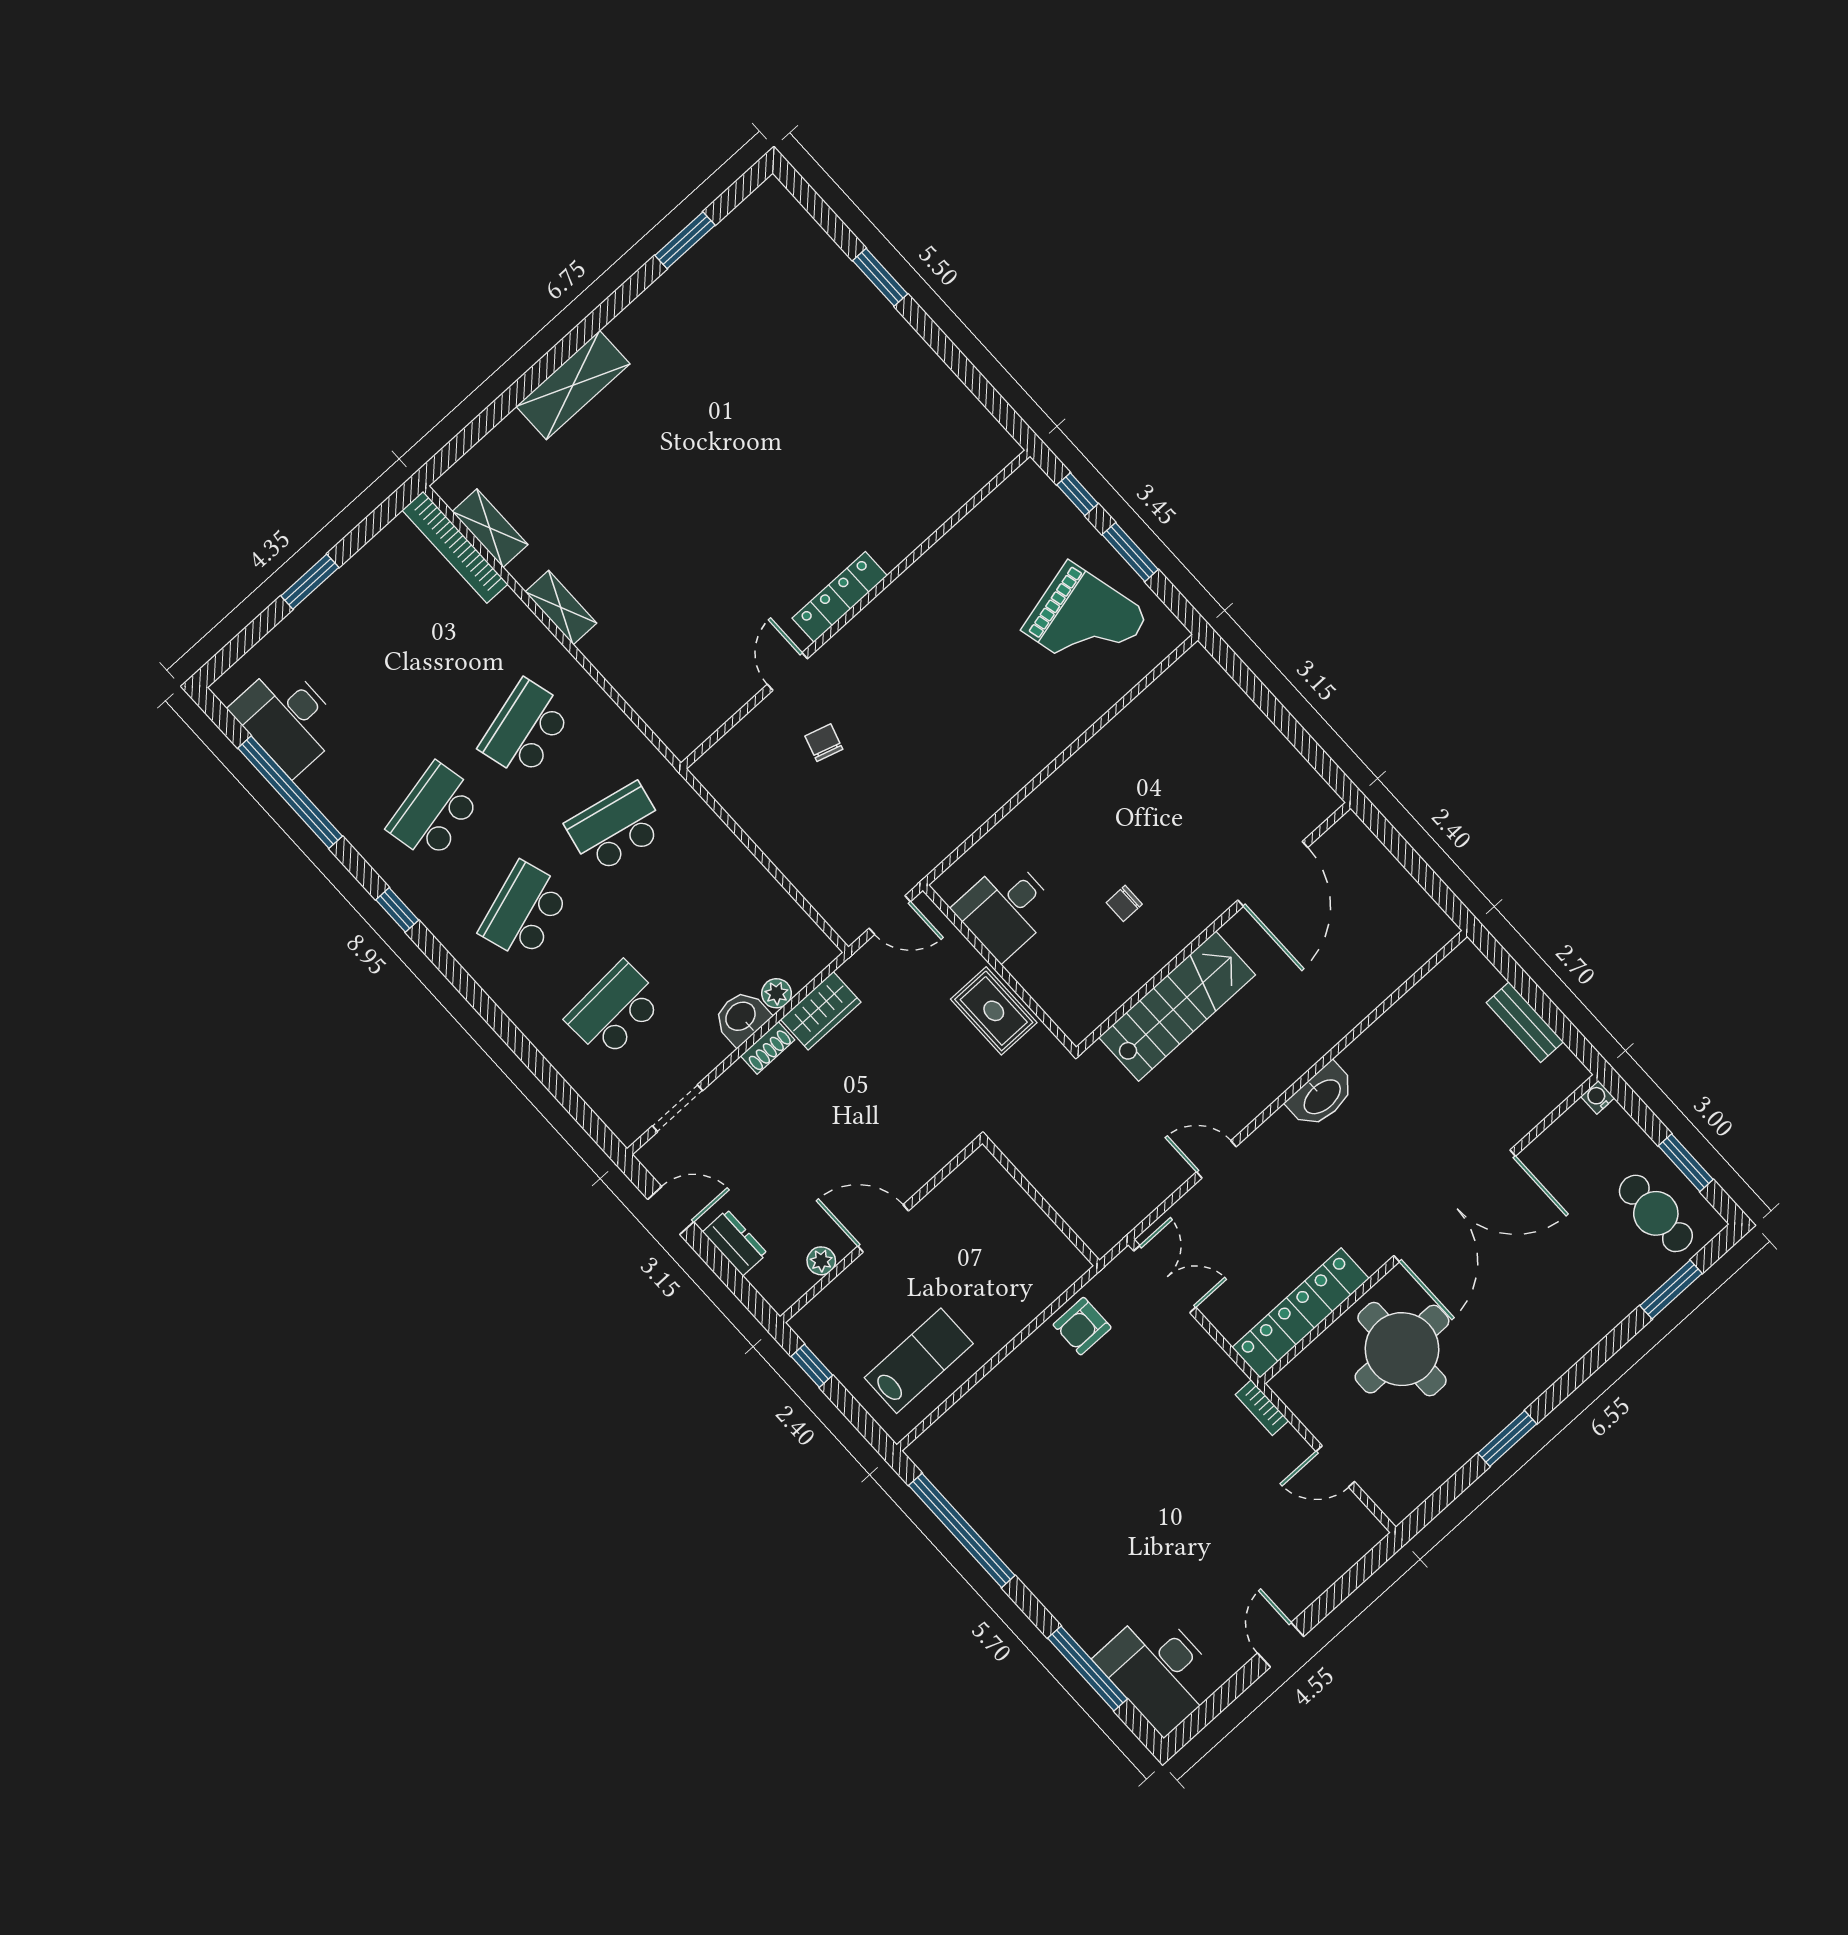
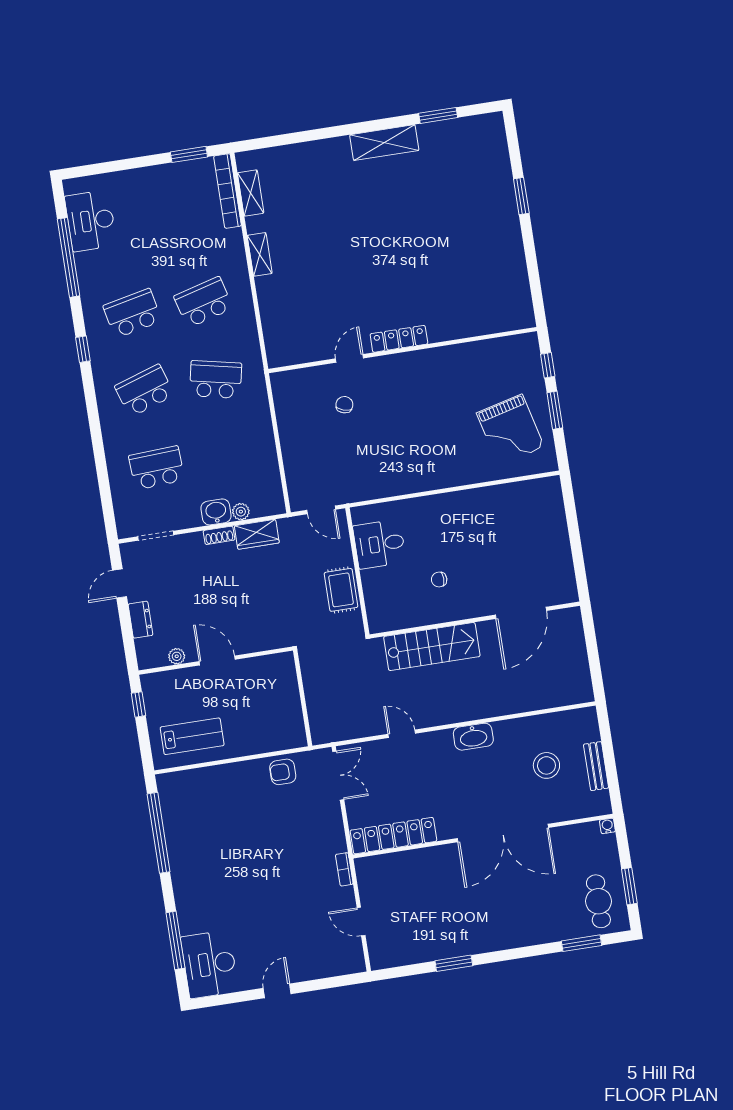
shelving: (573, 385) -> (384, 143), moved
window: (310, 582) -> (189, 154), moved
stool: (1453, 1068) -> (546, 765), added
door: (671, 1211) -> (120, 583), swing flipped
round table: (1402, 1349) -> (431, 886), removed

